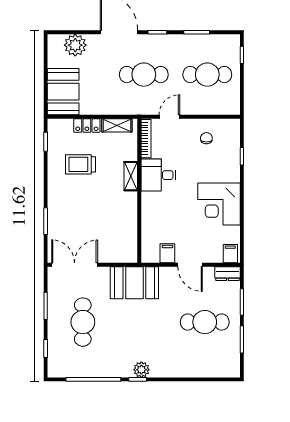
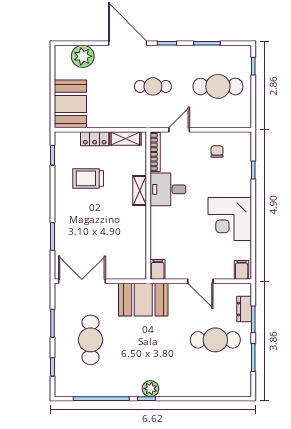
cafe table: (144, 75) -> (153, 86), width x0.73, depth x0.74
filing cabinet: (167, 253) -> (158, 269), moved
dresser: (227, 274) -> (244, 309), moved, turned 90

